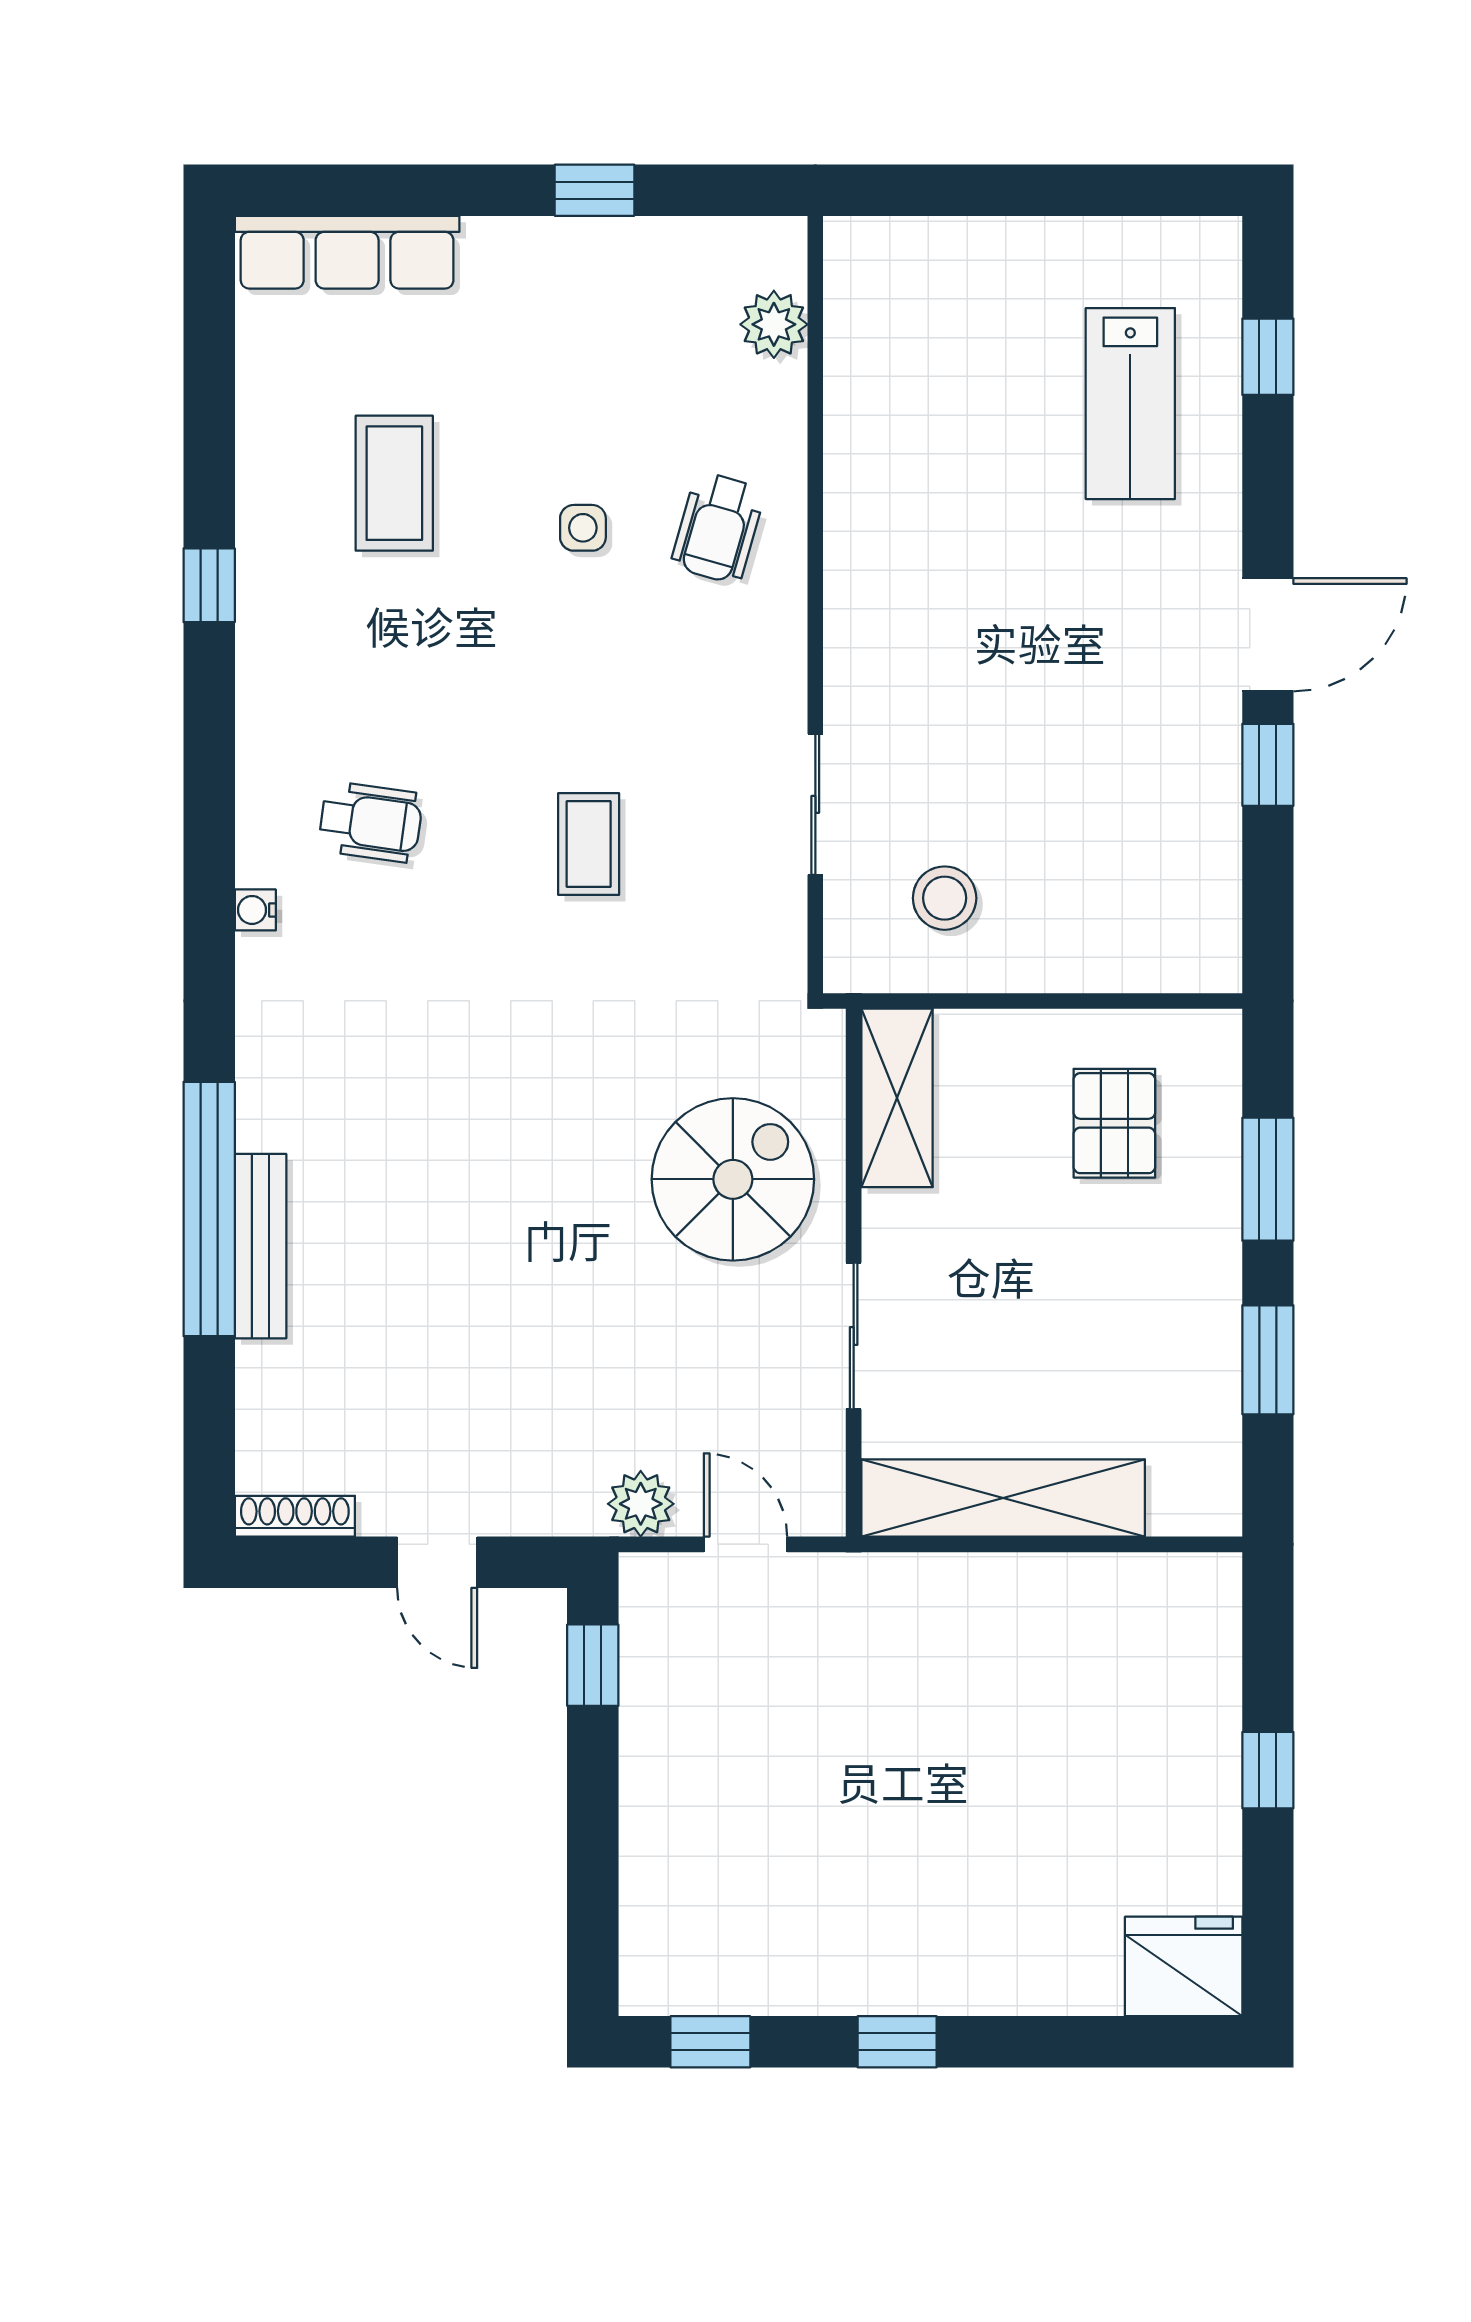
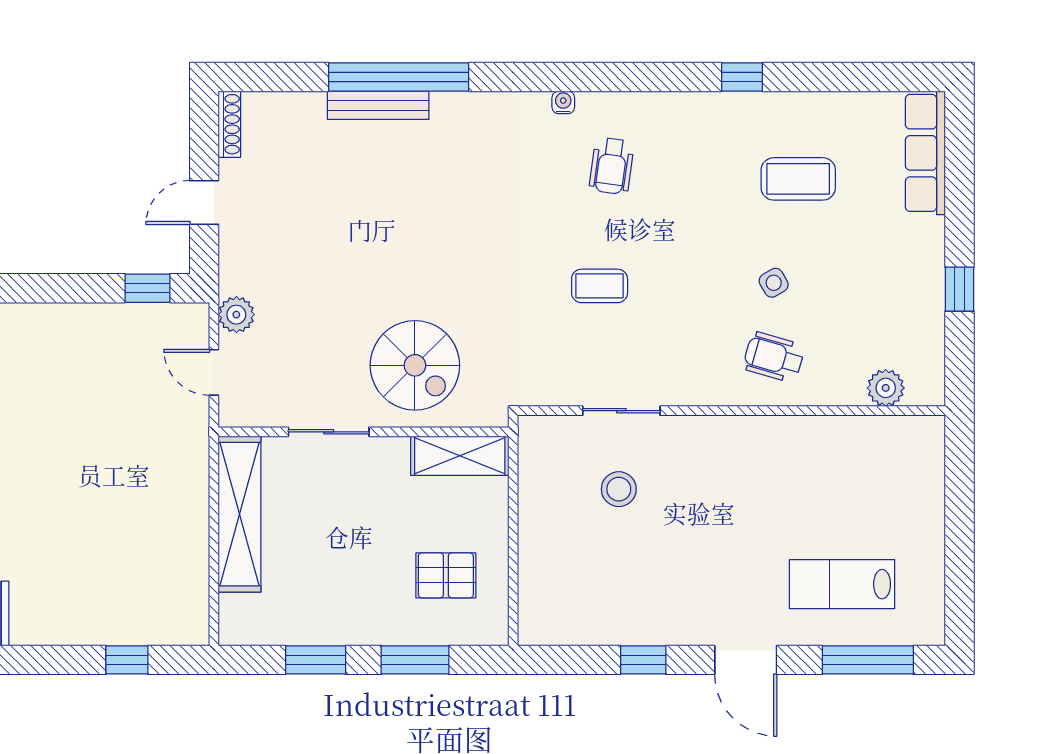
window: (1268, 357) -> (868, 660), width x2.17
side table: (583, 528) -> (774, 283), turned -30
door: (1268, 635) -> (746, 660), moved
stool: (945, 898) -> (619, 489), moved
door: (746, 1544) -> (214, 372), swing flipped
window: (1268, 1770) -> (127, 660), moved

